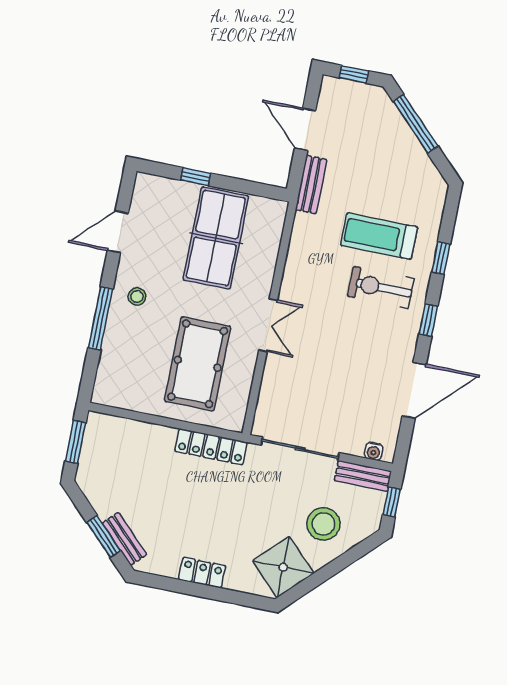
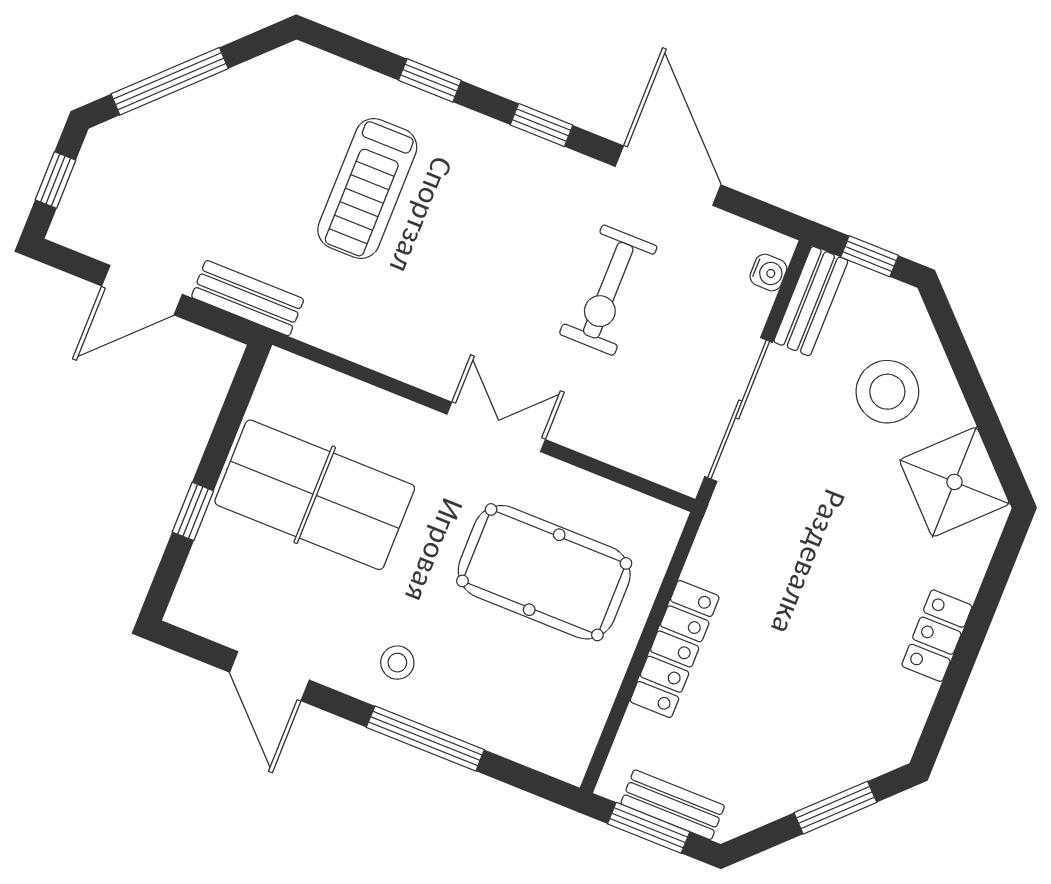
exercise bike: (381, 287) -> (608, 290), moved
locker: (211, 447) -> (675, 649), moved
bench: (124, 539) -> (673, 805), moved, turned 45

